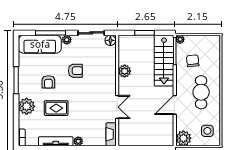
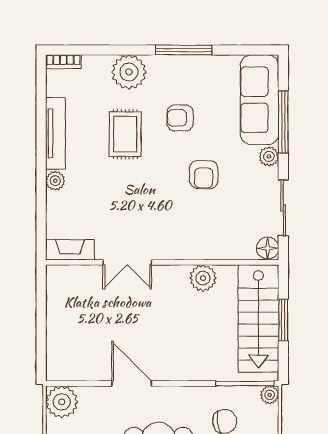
stairs: (164, 61) -> (258, 318), moved, turned -90

